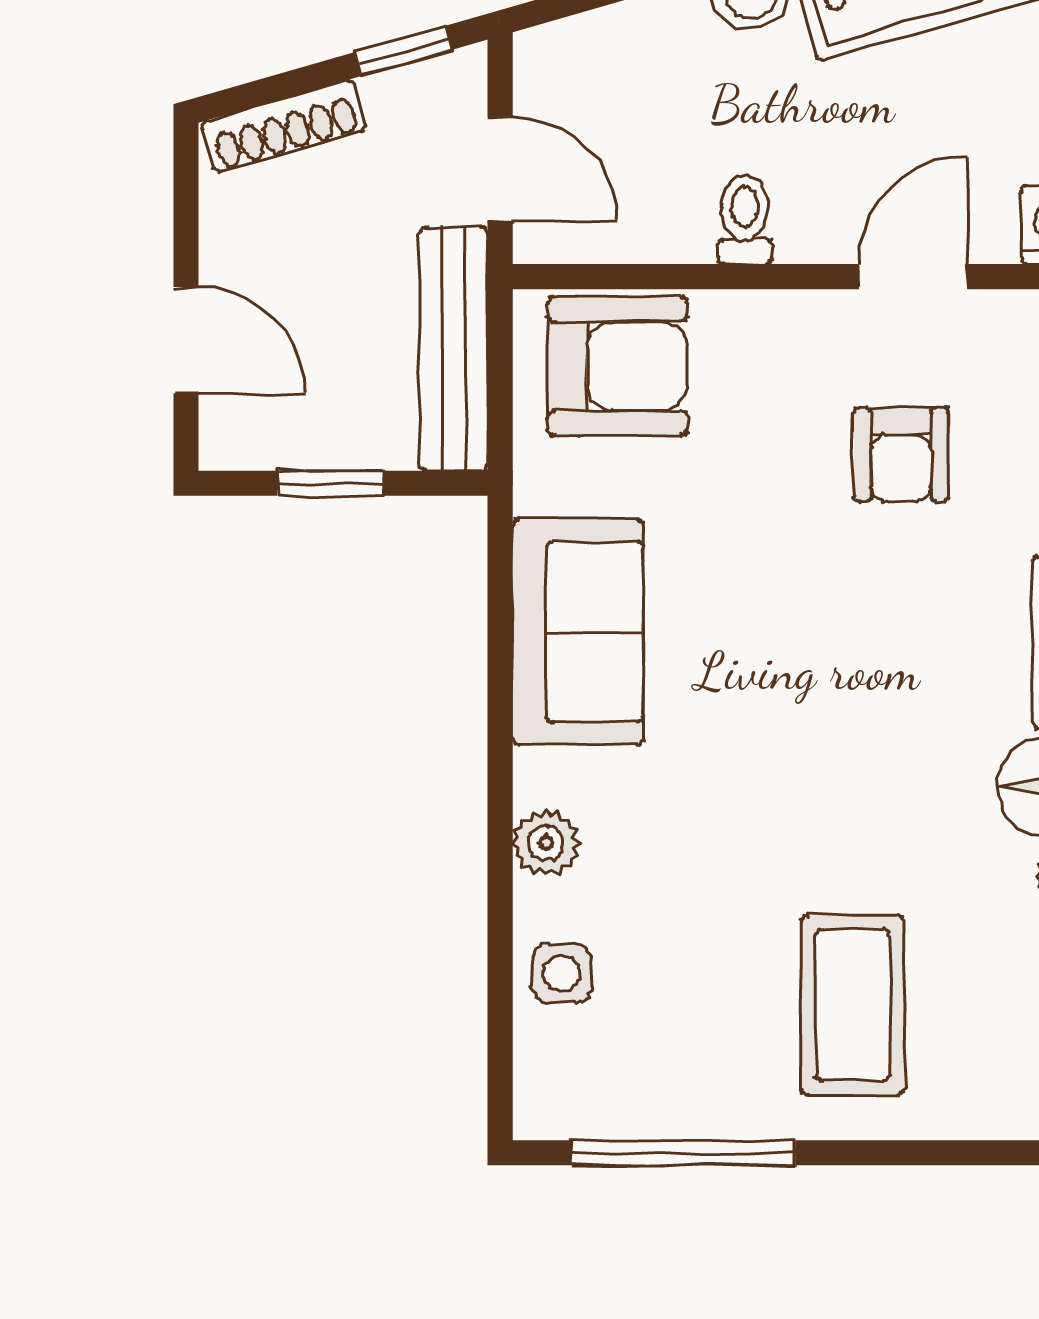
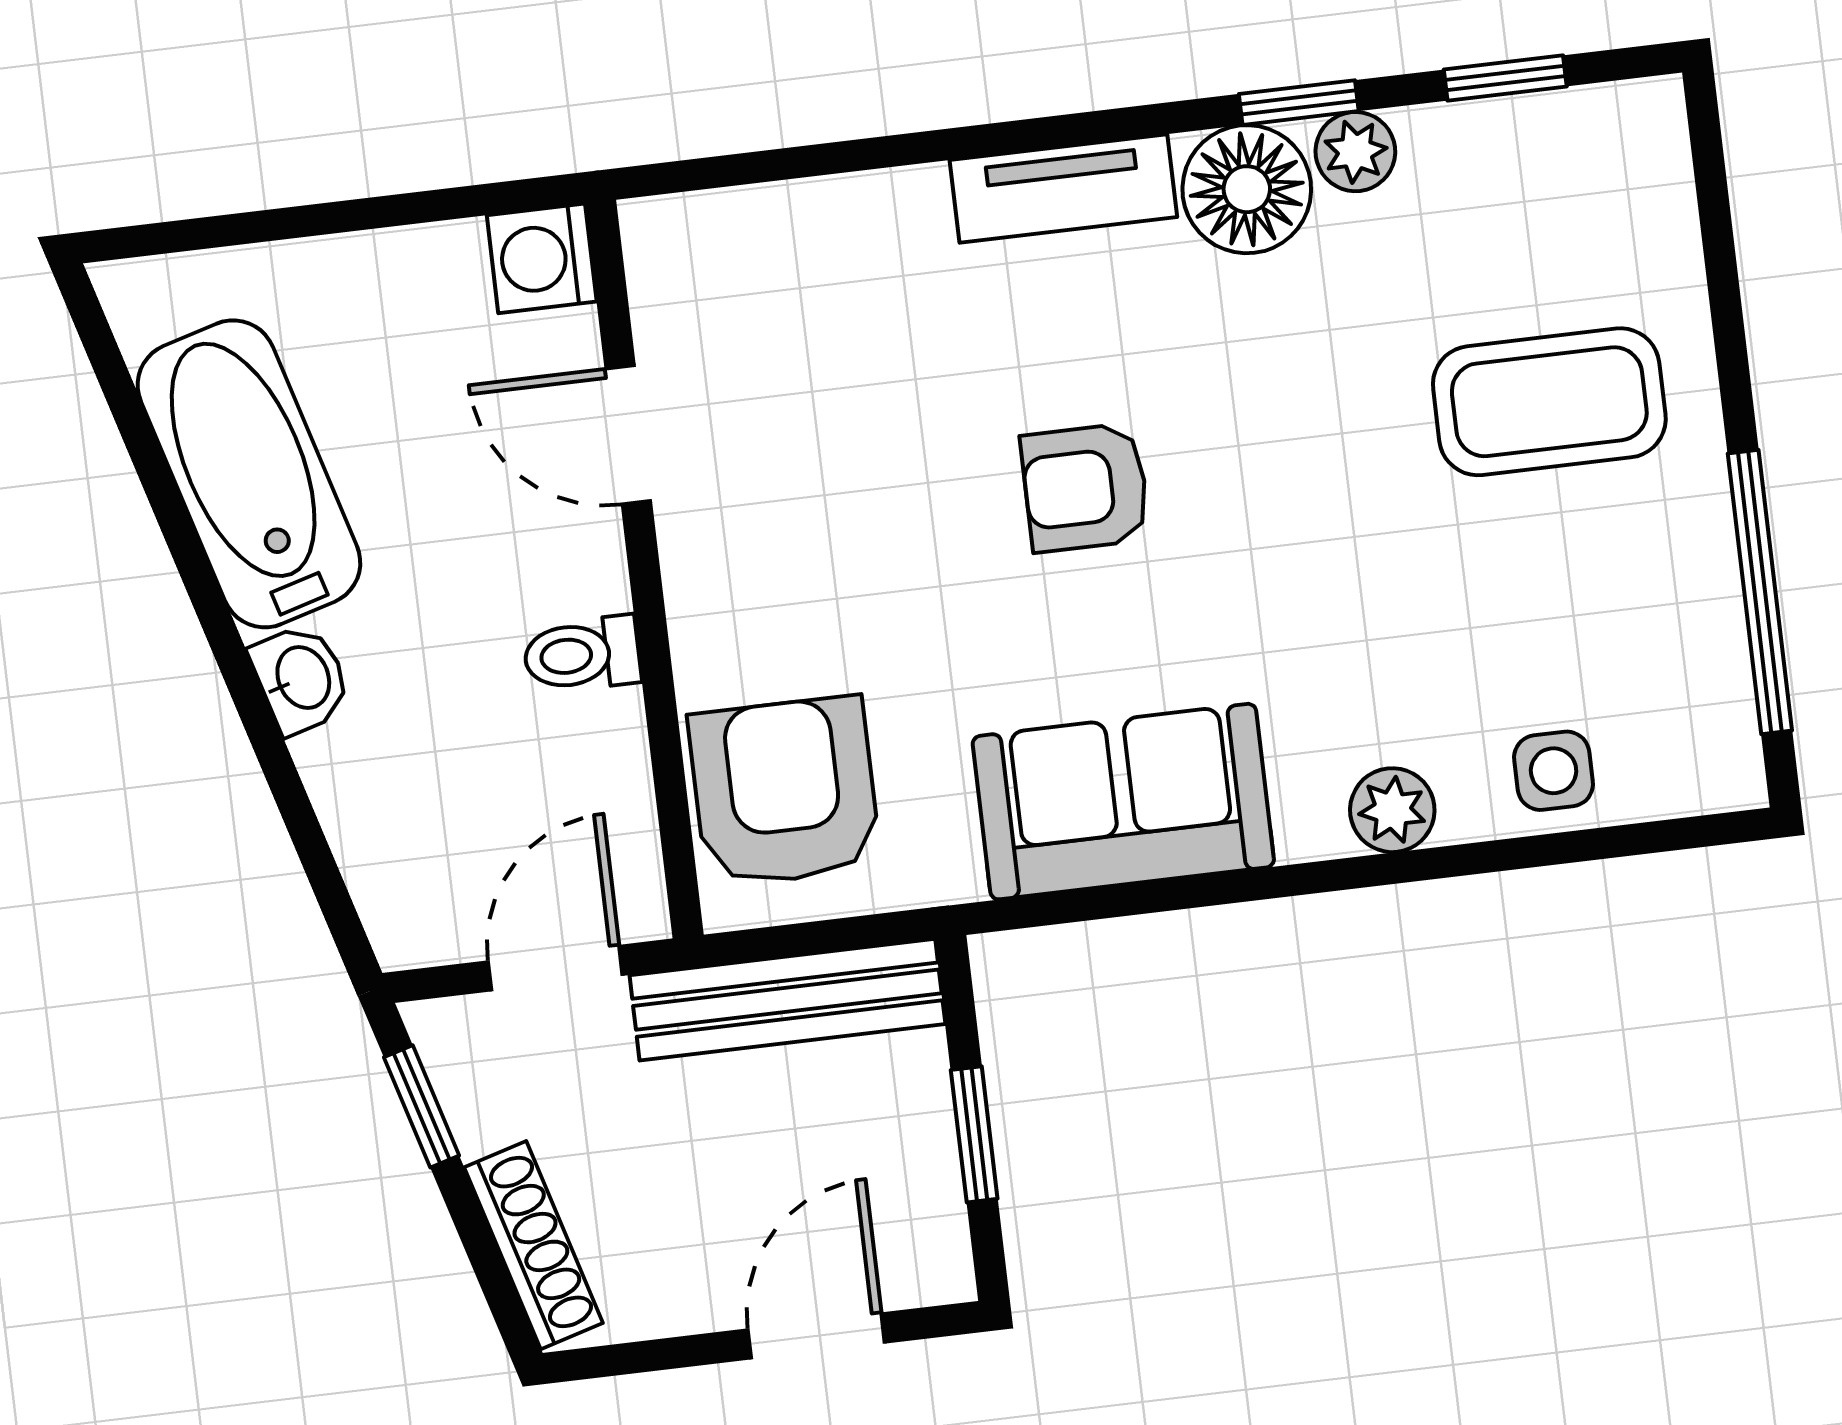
armchair: (901, 455) -> (1085, 488), moved, turned 180

